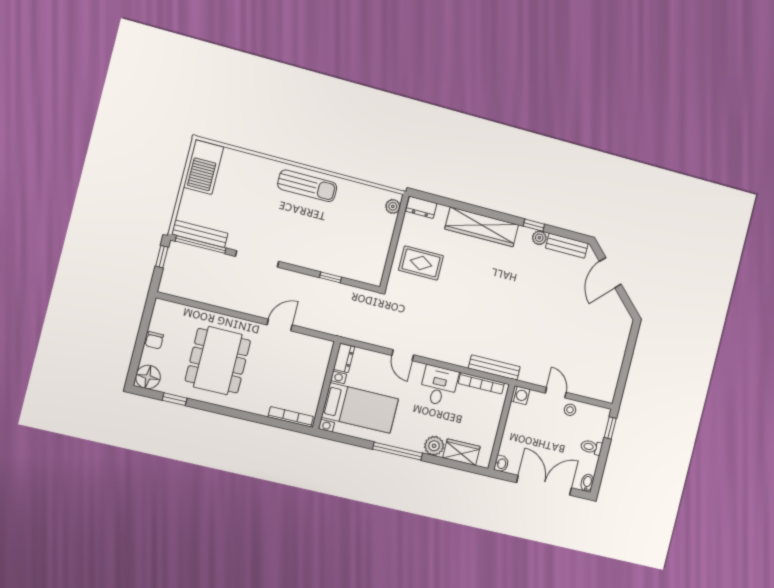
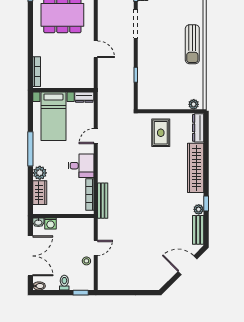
dresser: (421, 207) -> (198, 128), width x1.44
washing machine: (520, 395) -> (51, 224), moved

